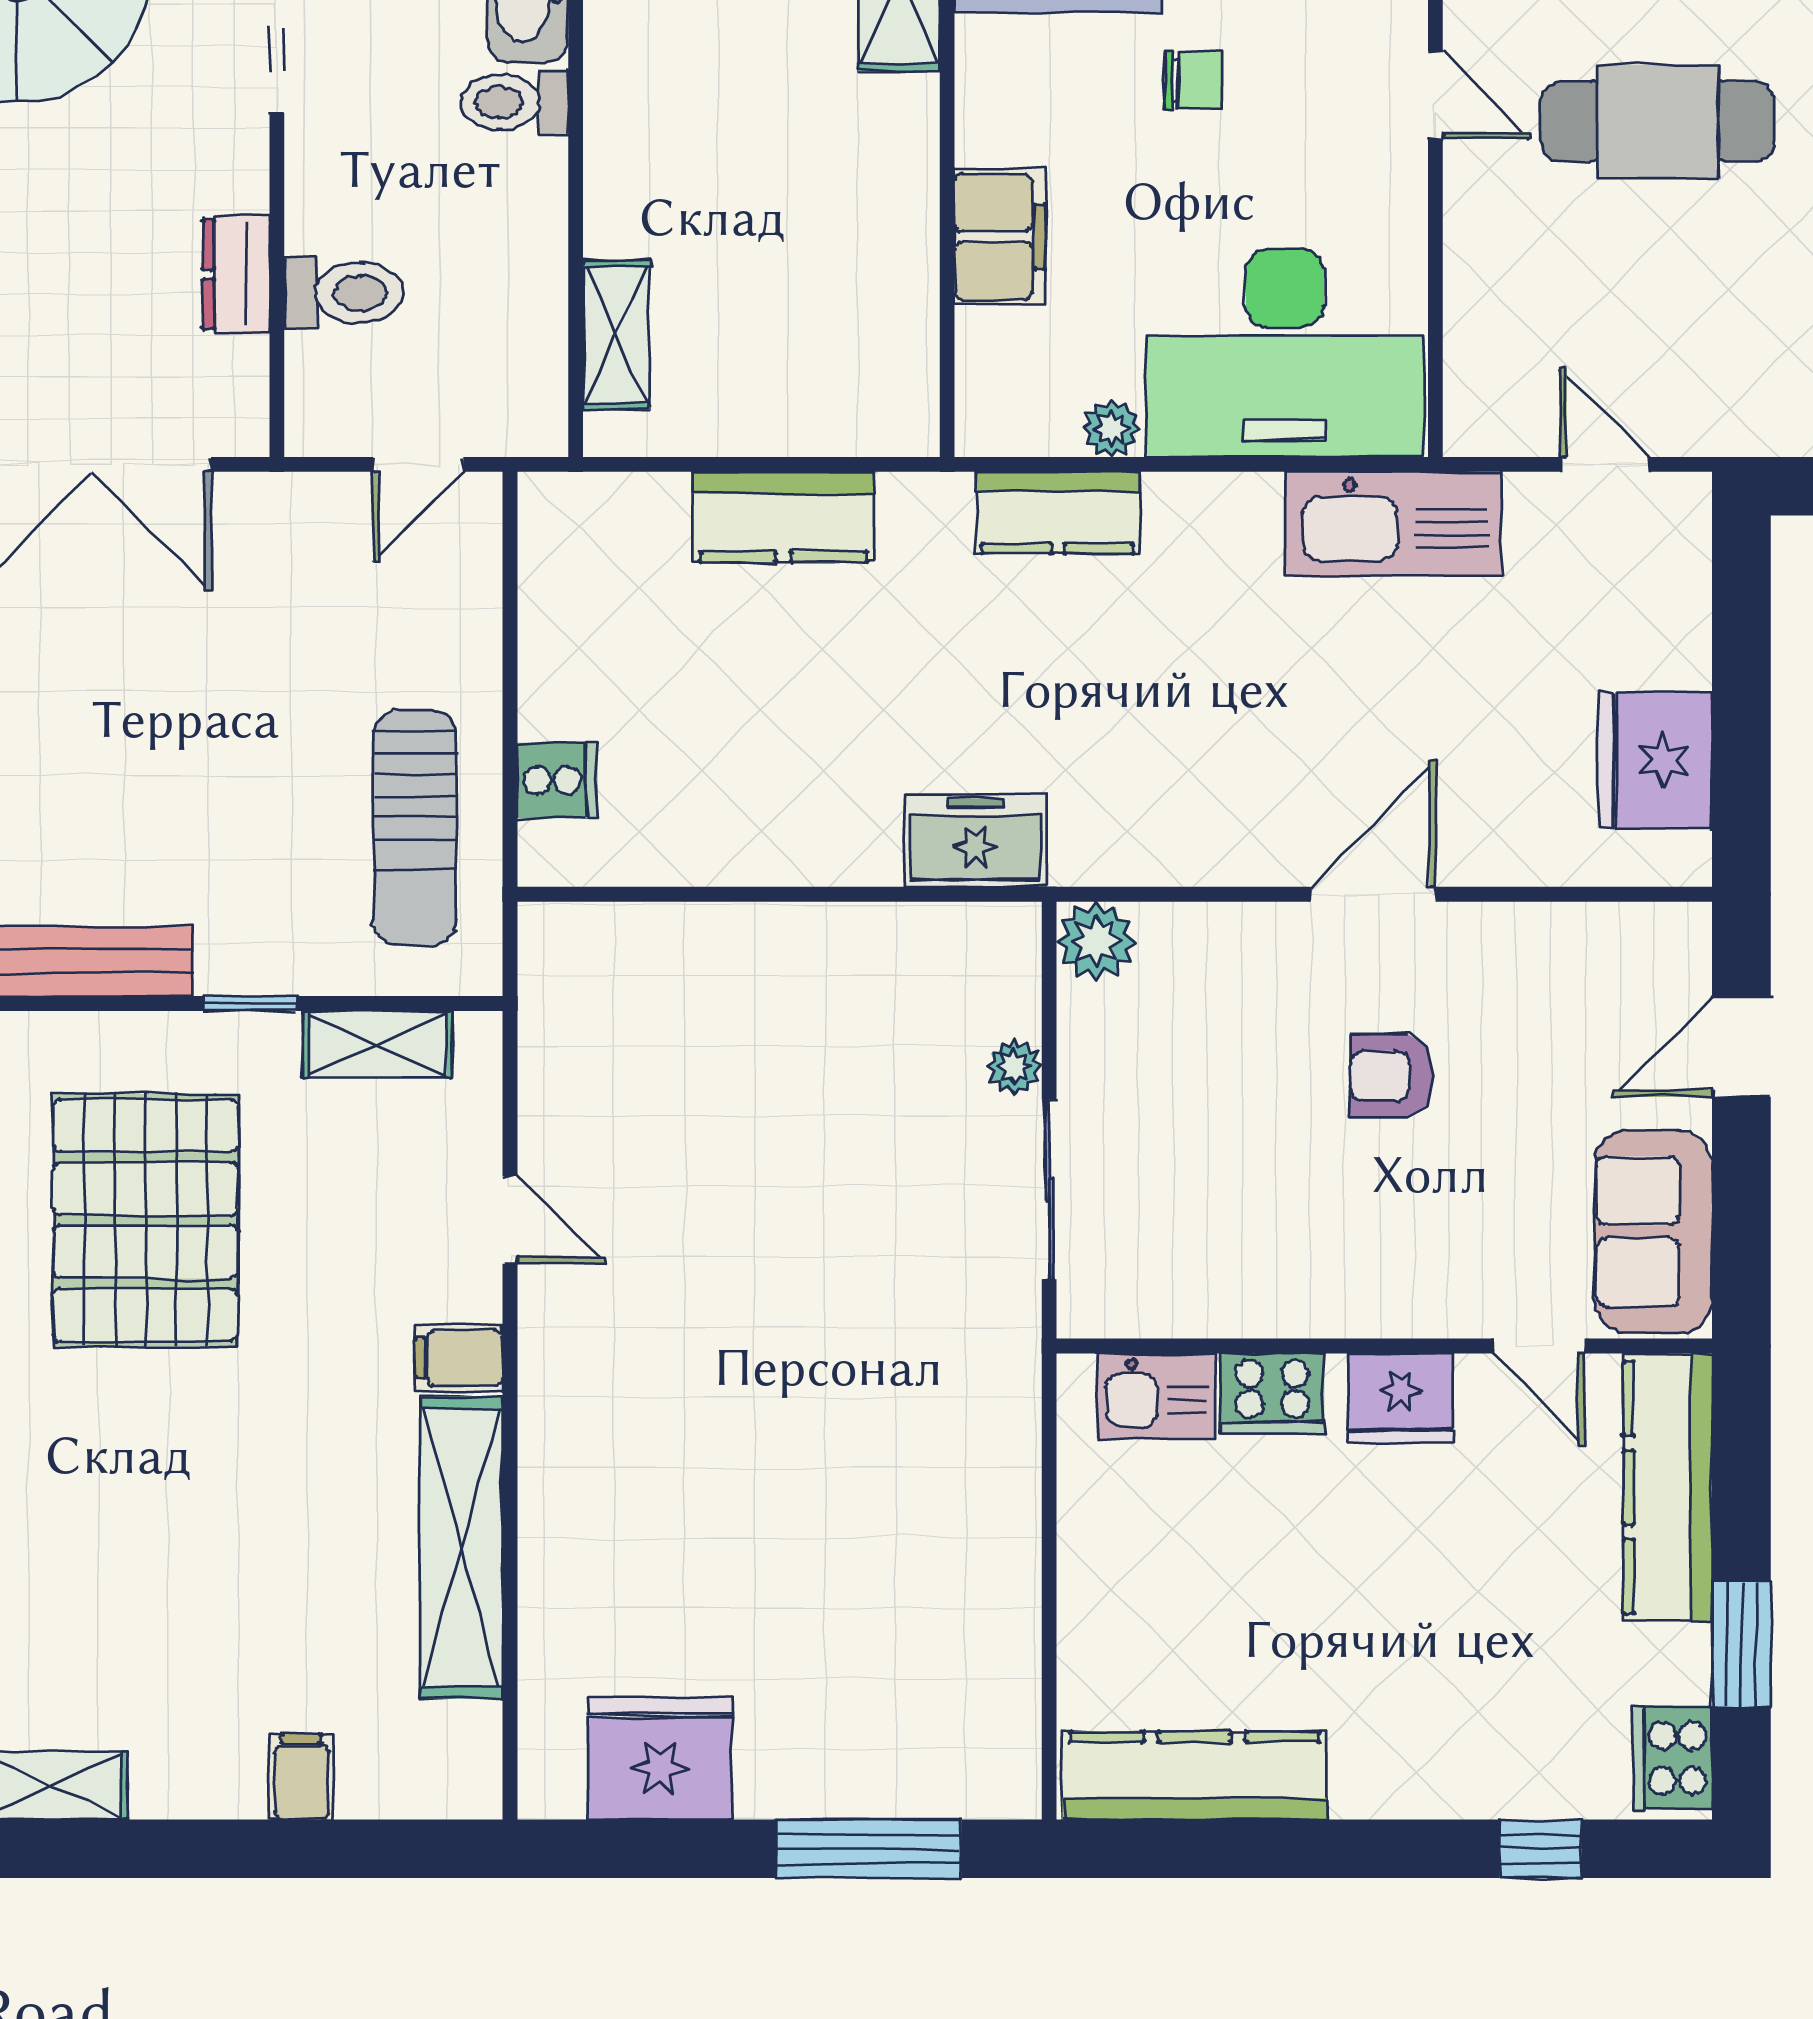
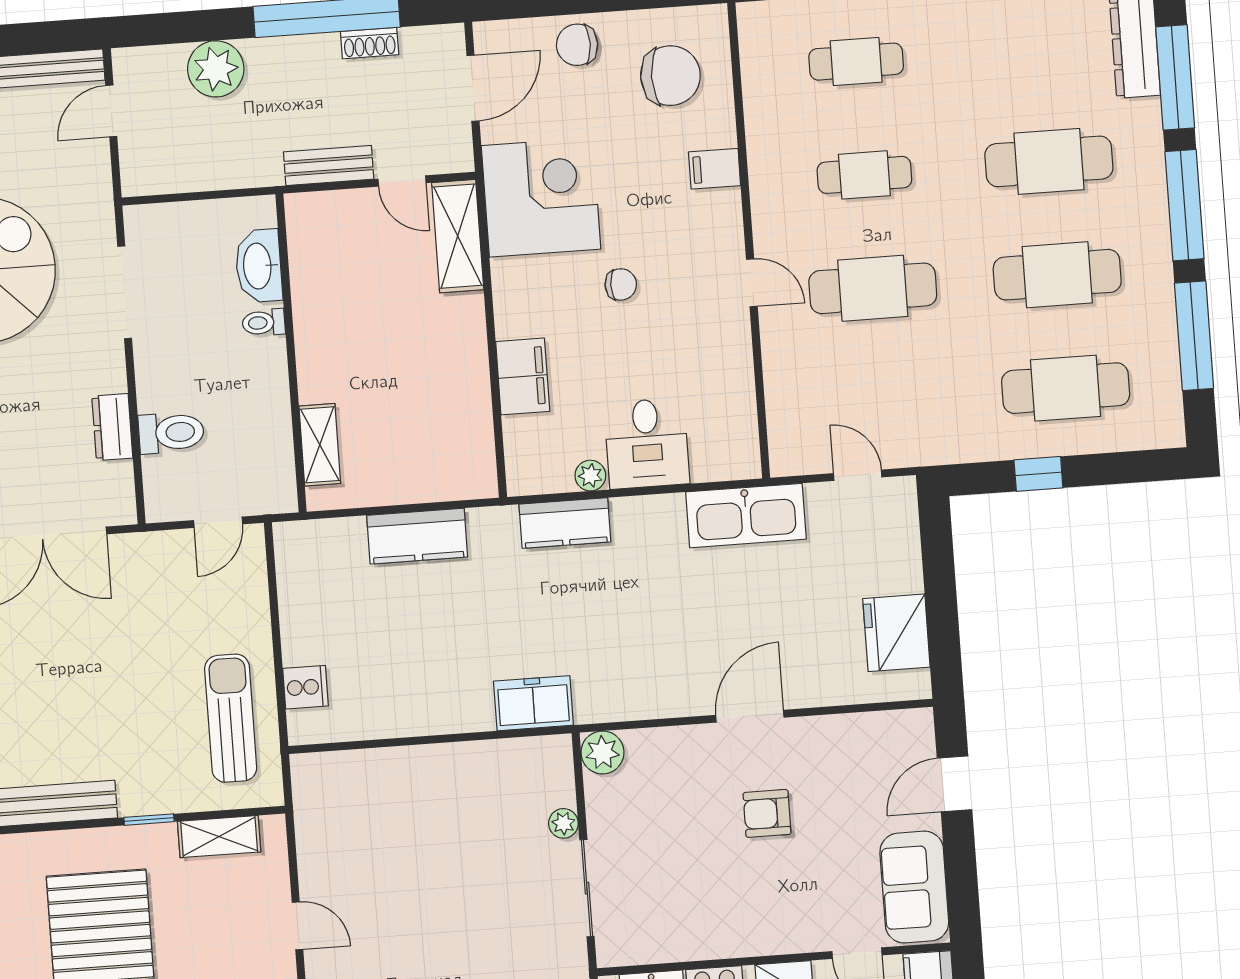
toilet: (514, 102) -> (264, 323), width x0.73, depth x0.72
desk: (1285, 353) -> (647, 443), width x0.53, depth x0.77
sun lounger: (415, 828) -> (231, 718), turned 180

